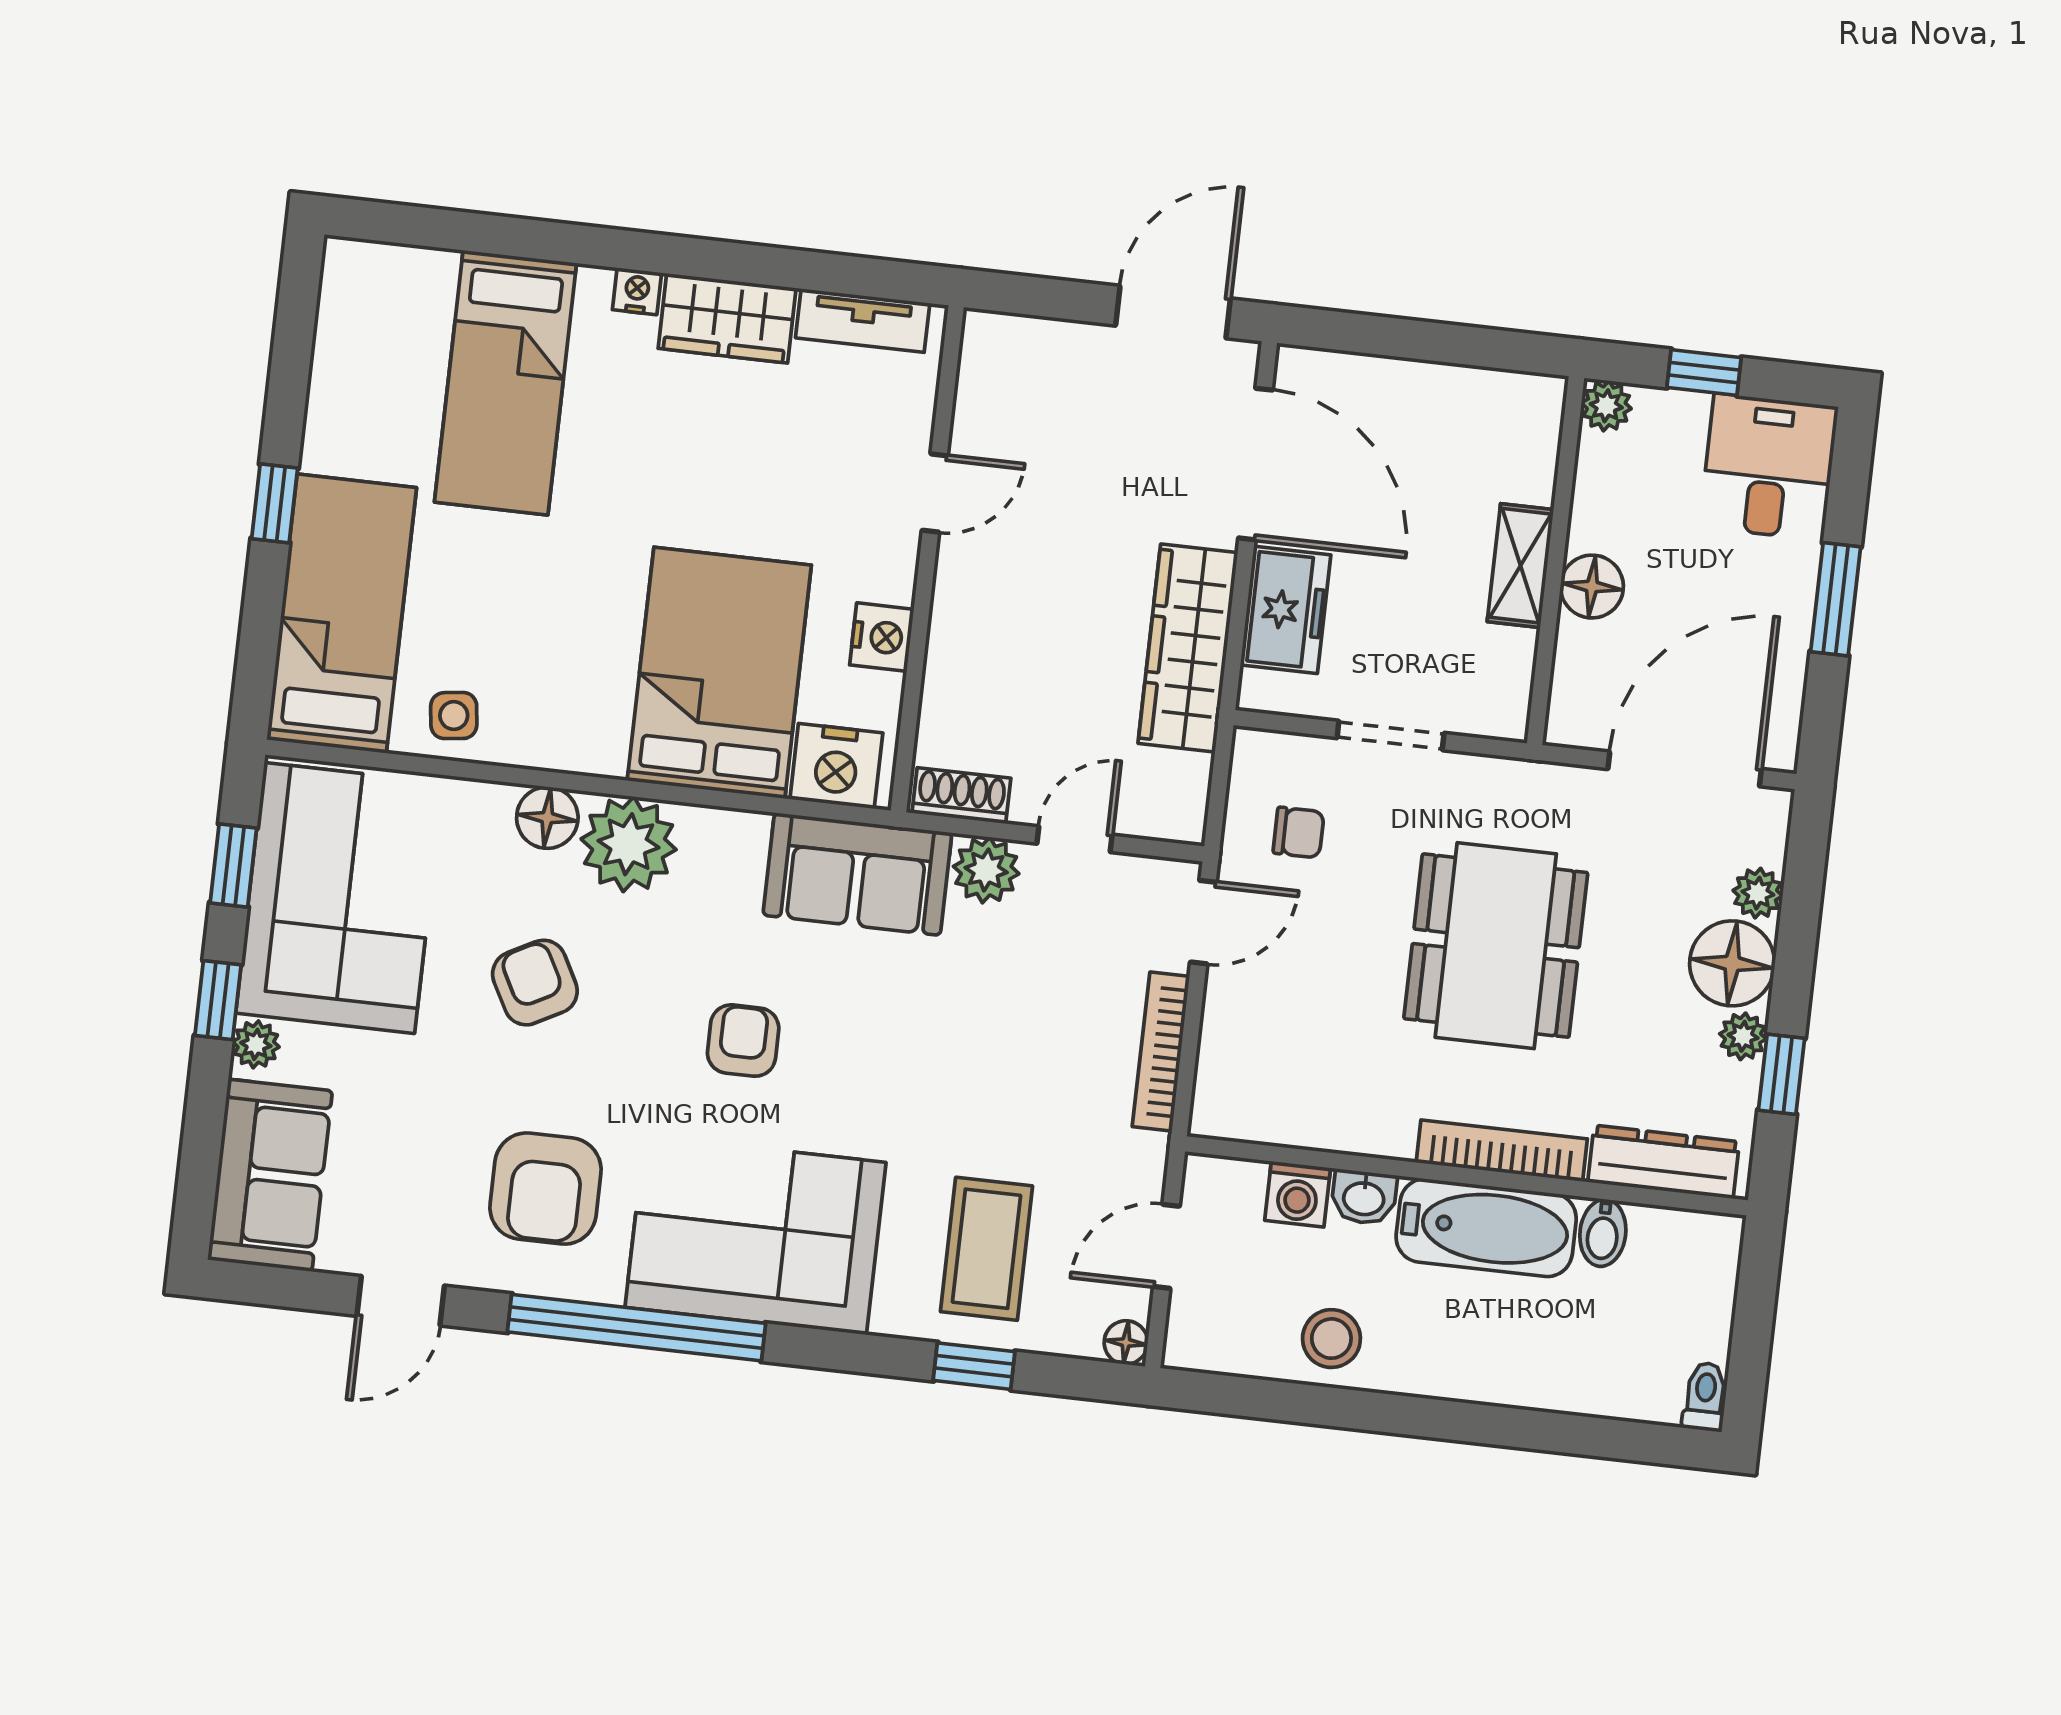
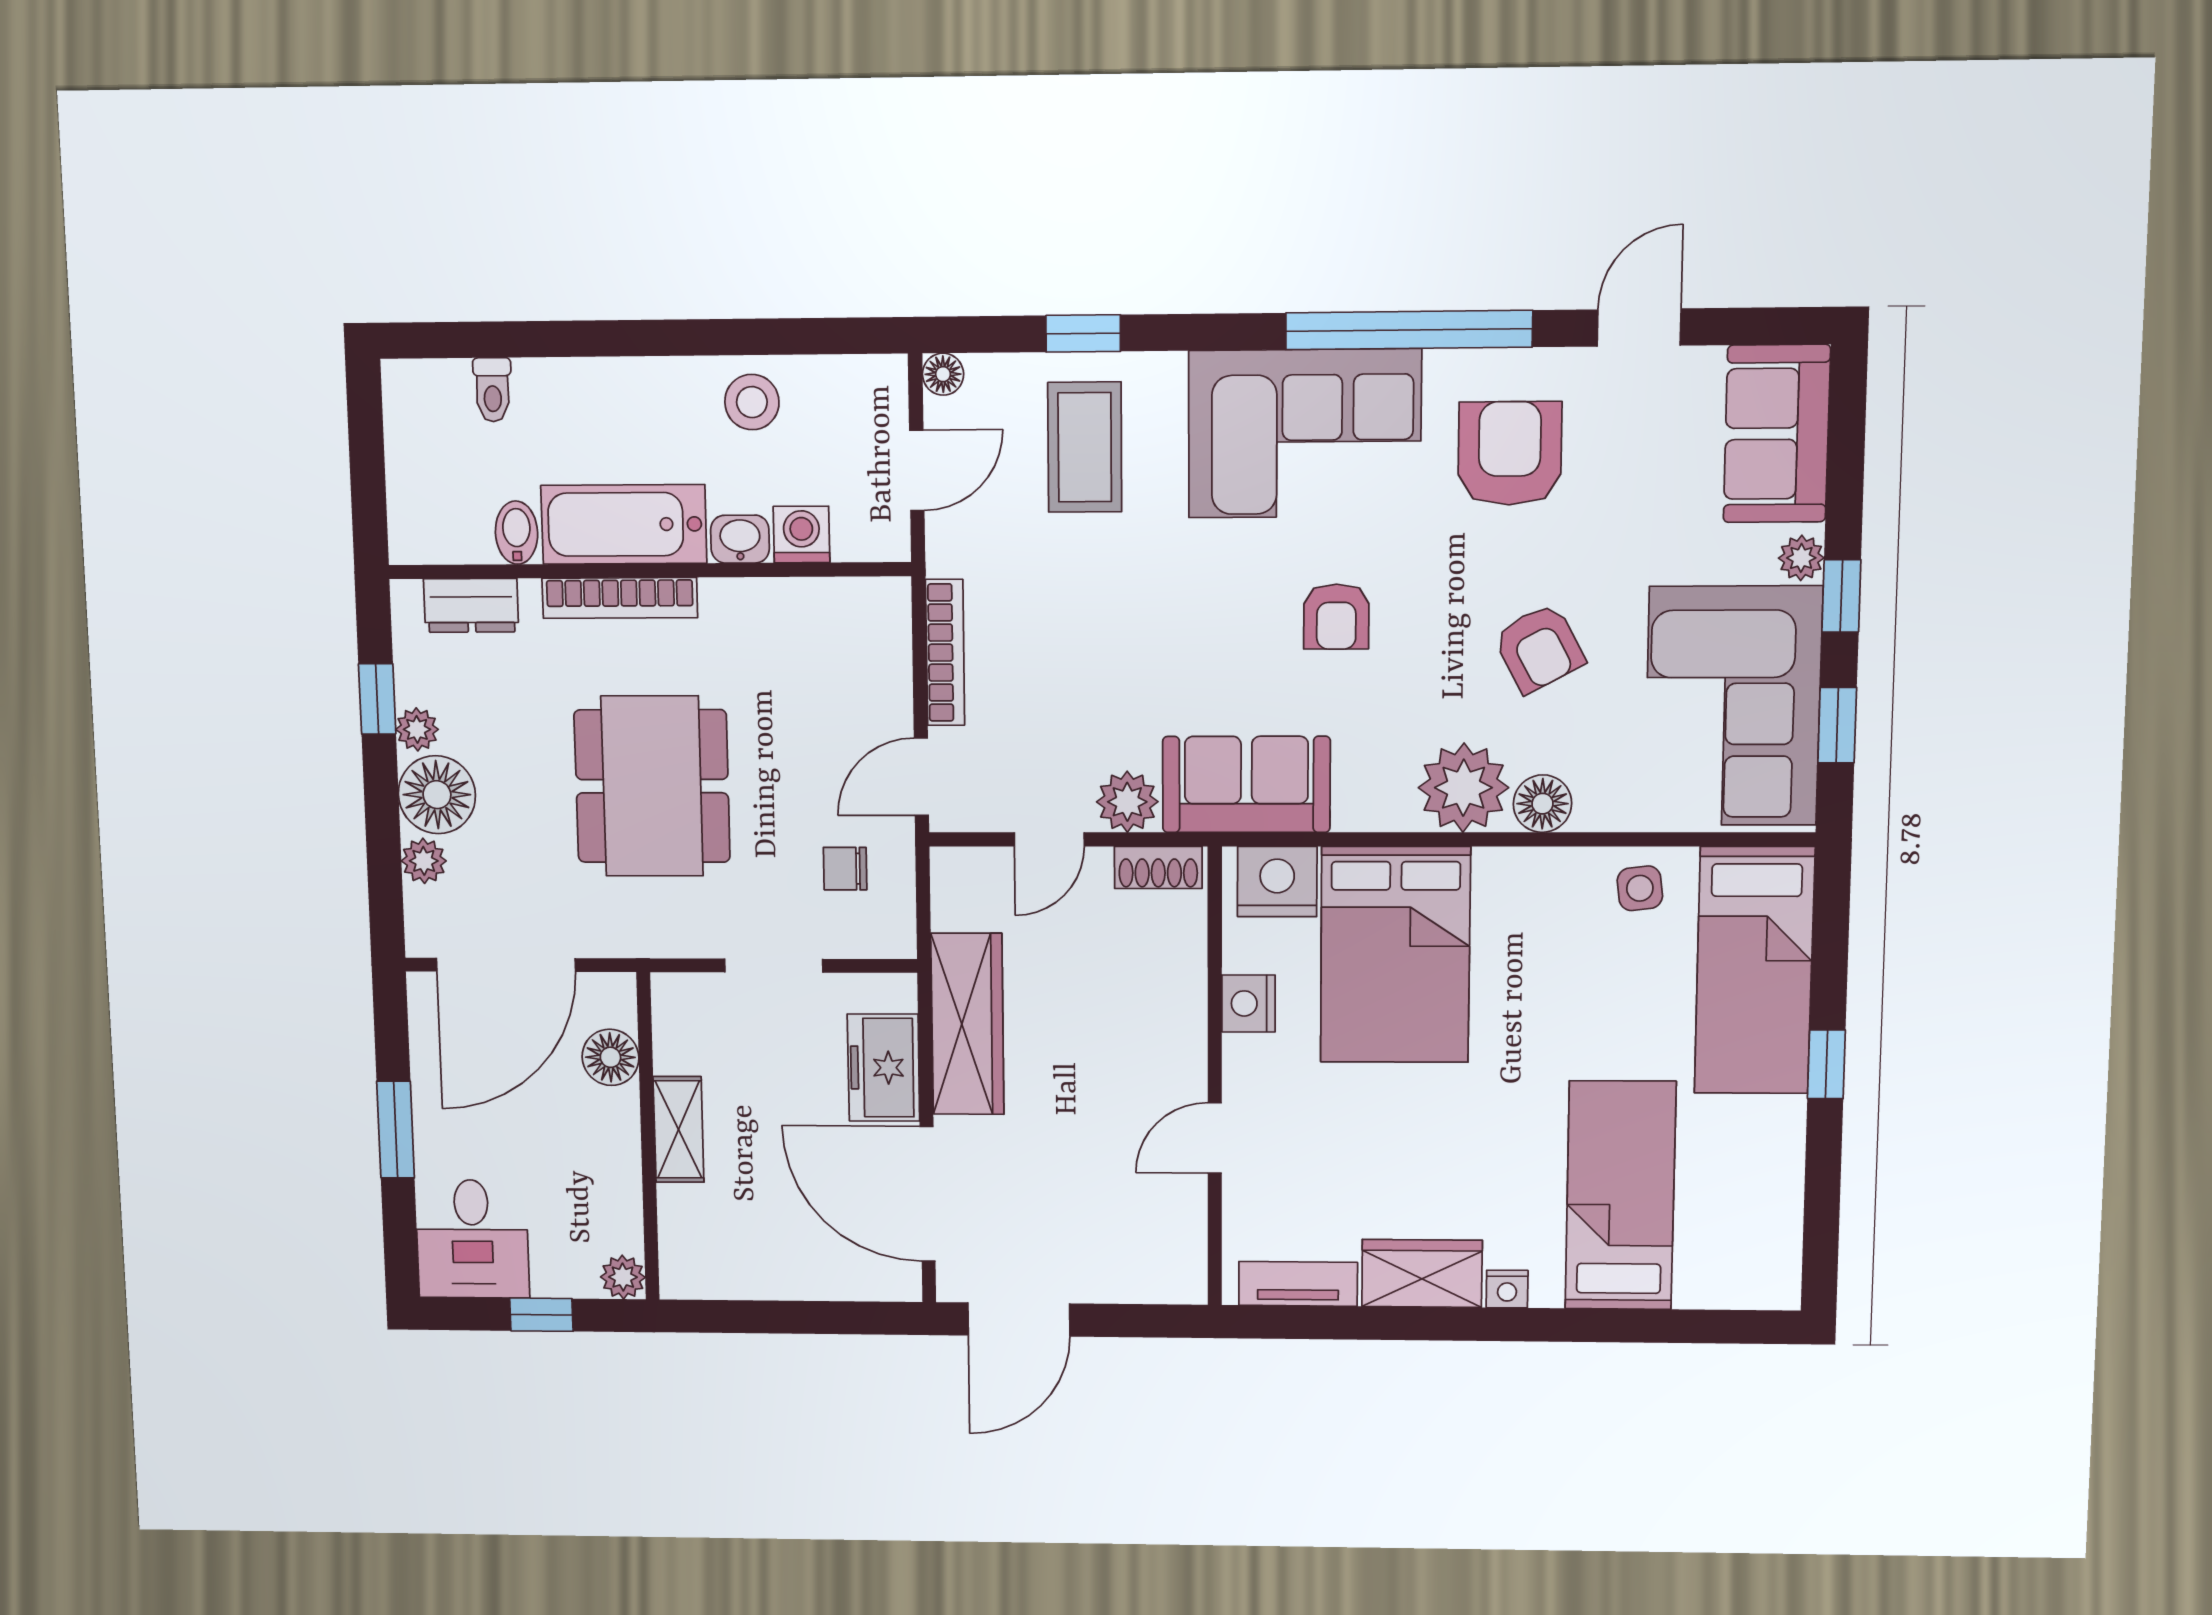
floor lamp: (1592, 587) -> (610, 1057), moved
dresser: (1664, 1162) -> (471, 605), width x0.70
toilet: (1705, 1397) -> (493, 390), moved

